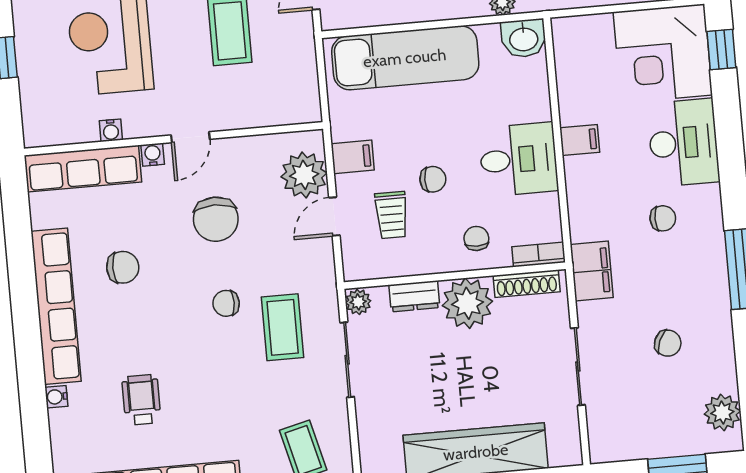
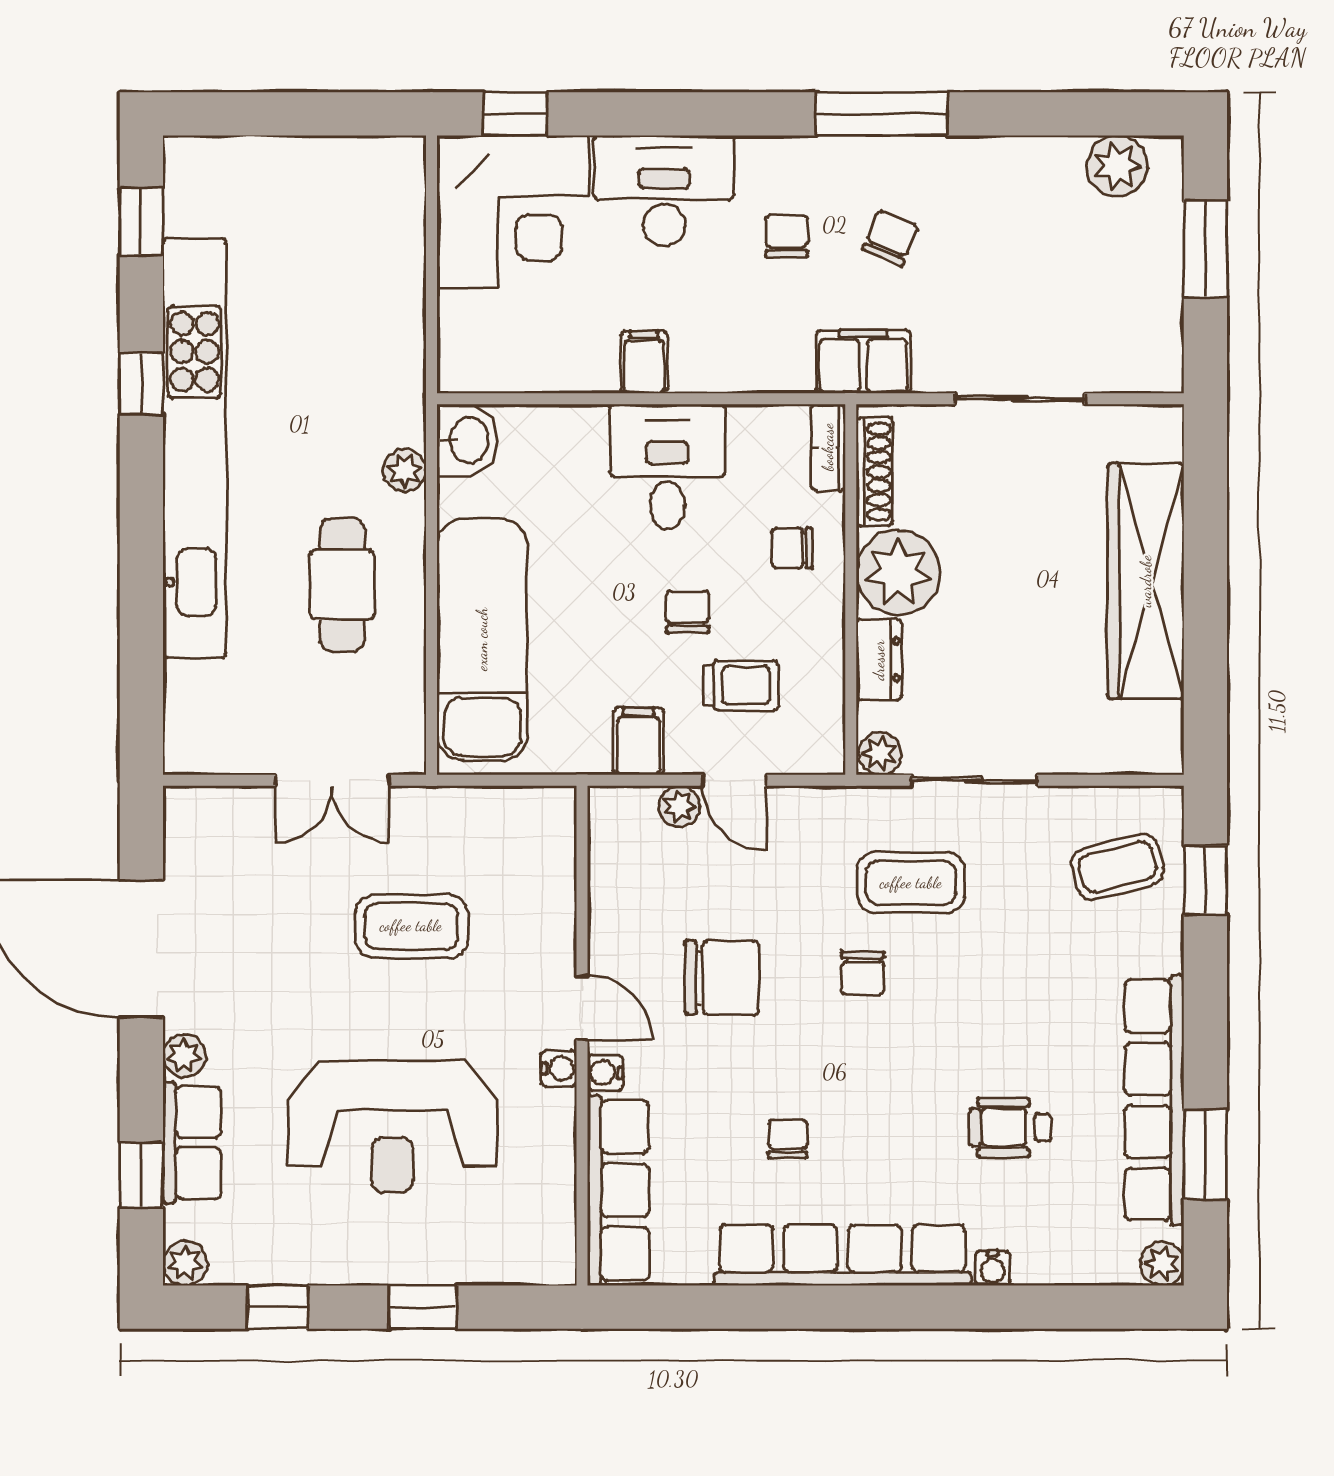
water cooler: (111, 130) -> (559, 1068), moved
plant: (304, 175) -> (679, 806), width x0.53, depth x0.53
chair: (123, 267) -> (788, 1139), width x0.73, depth x0.73
chair: (668, 343) -> (891, 238), moved

